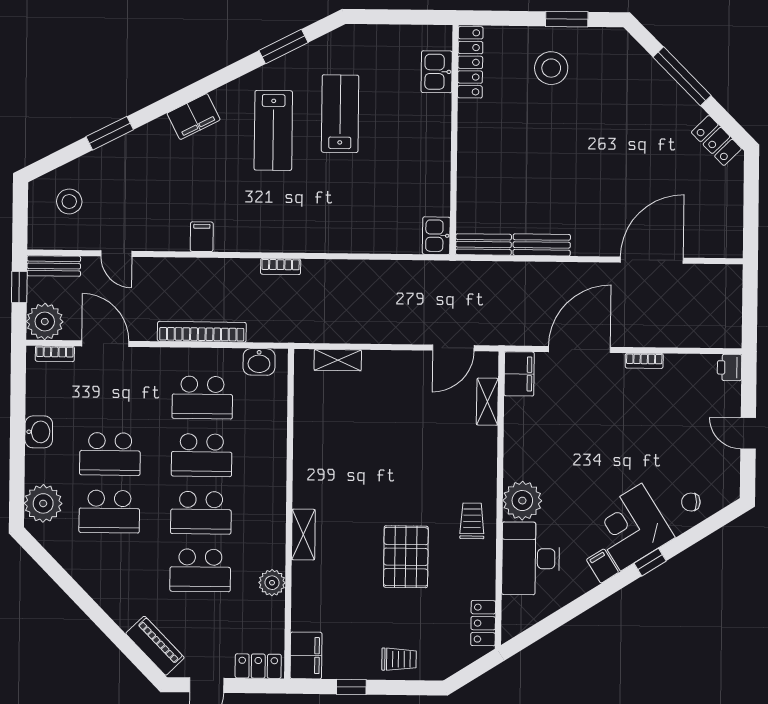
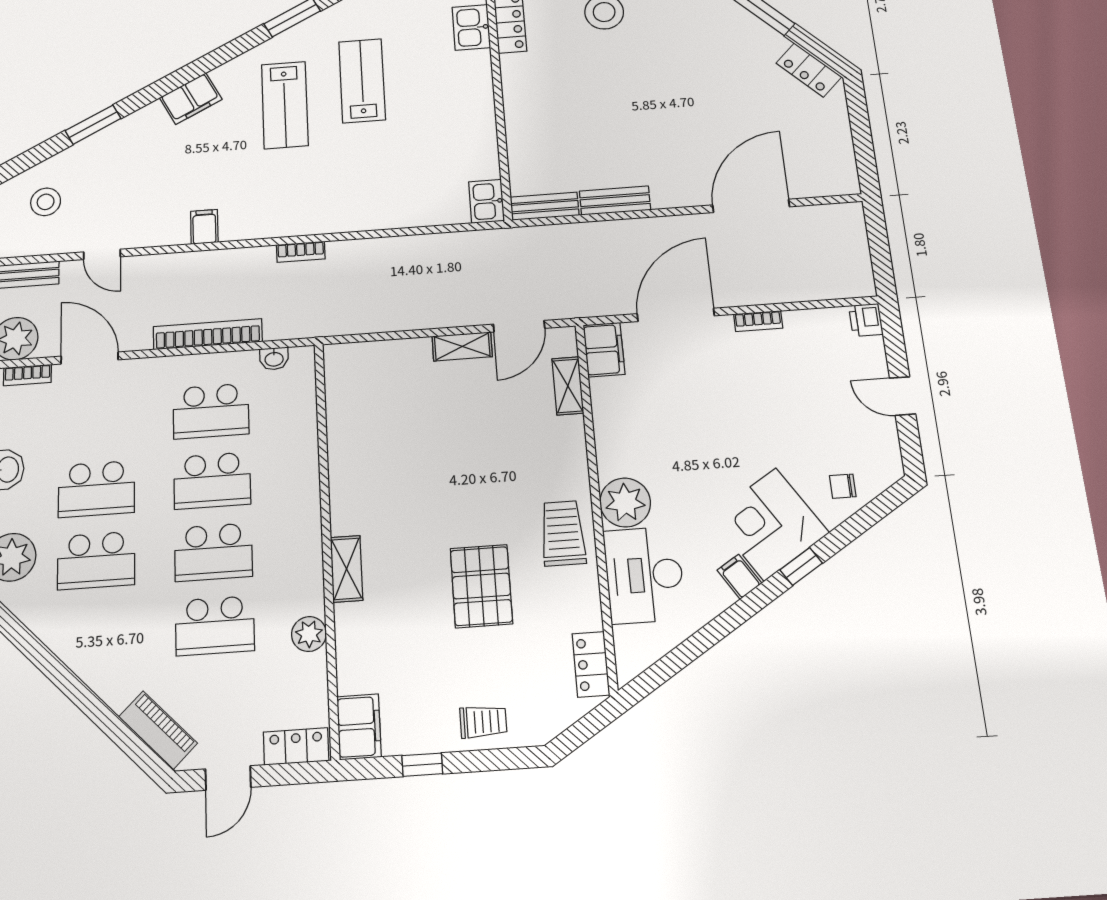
shelving: (338, 360) -> (462, 346), moved
washbasin: (259, 362) -> (274, 359), width x0.72, depth x0.69
trolley: (472, 521) -> (563, 533), width x1.36, depth x1.39

